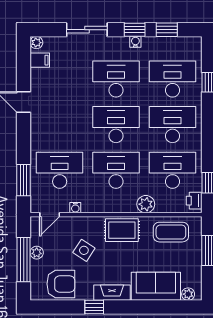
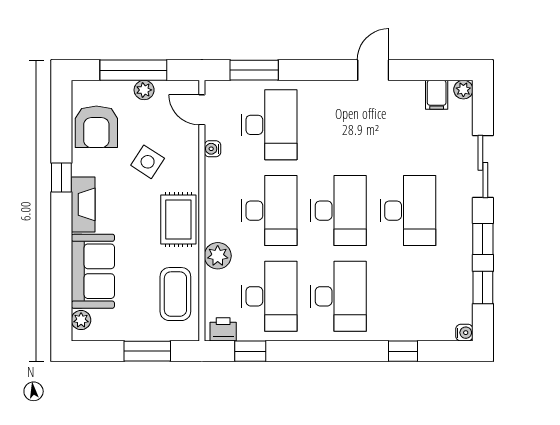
water cooler: (135, 42) -> (464, 333), moved
desk: (172, 79) -> (408, 296), removed

